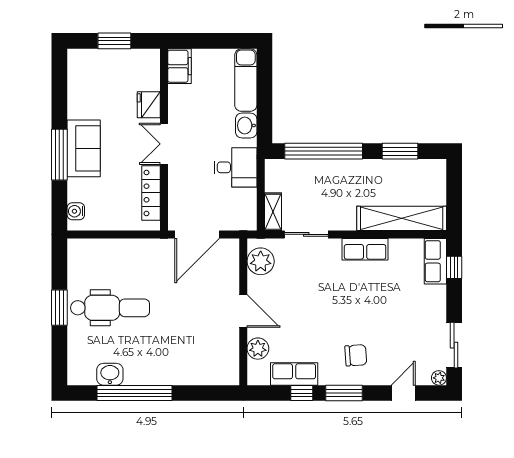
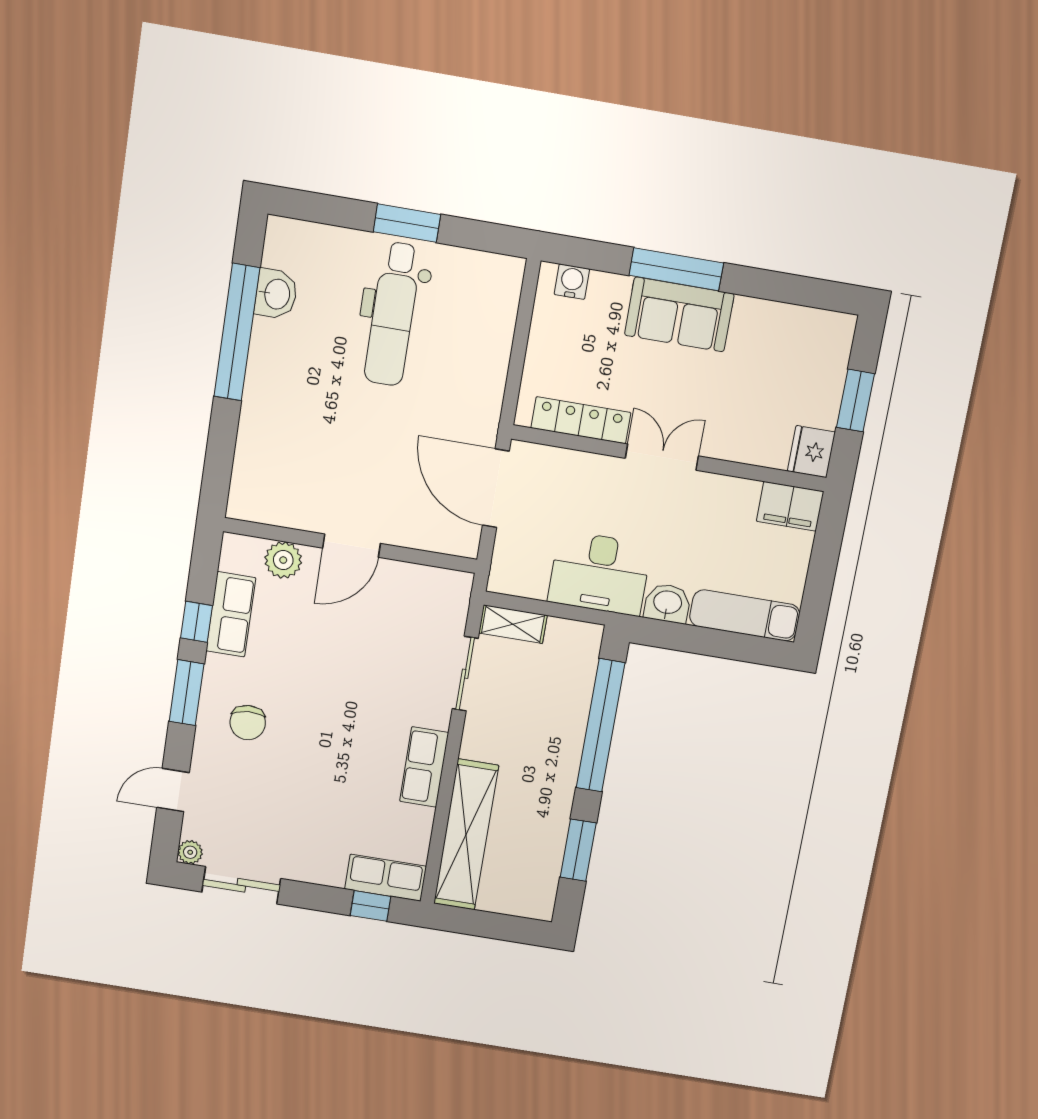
fridge: (149, 105) -> (811, 452), moved, turned -90
desk: (235, 167) -> (599, 573), width x1.37
plant: (261, 261) -> (432, 589), removed
door: (403, 393) -> (173, 790), swing flipped

